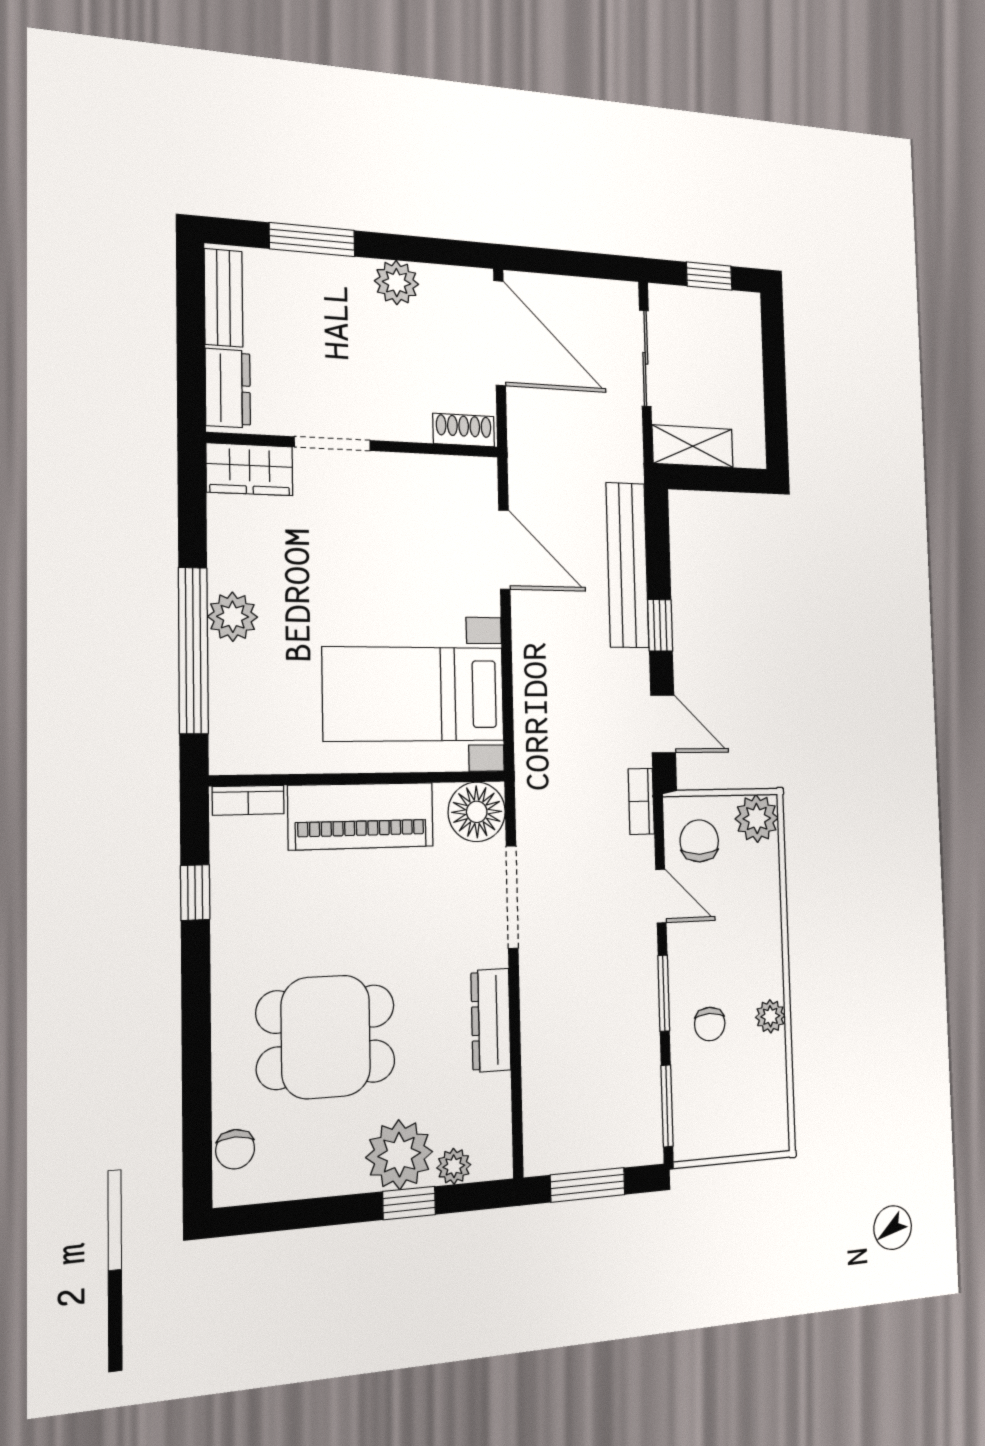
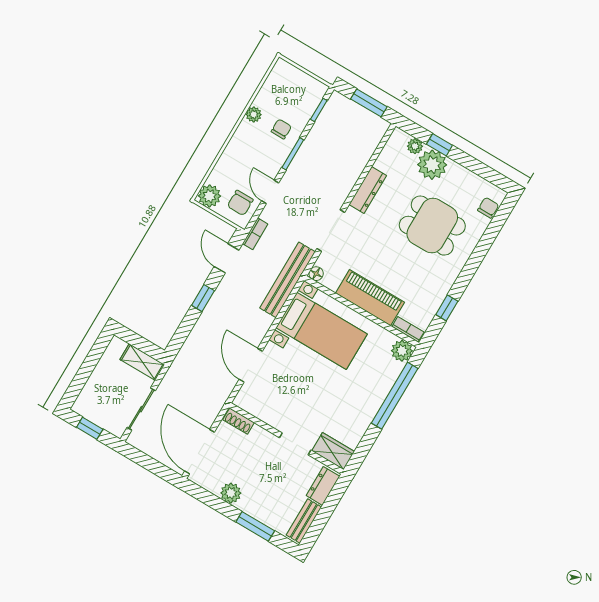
bench: (627, 565) -> (287, 280), moved
plant: (233, 617) -> (402, 351), moved
floor lamp: (477, 812) -> (316, 274), width x0.53, depth x0.53
window: (667, 1106) -> (319, 110), width x0.67

